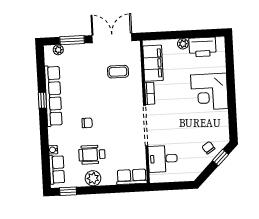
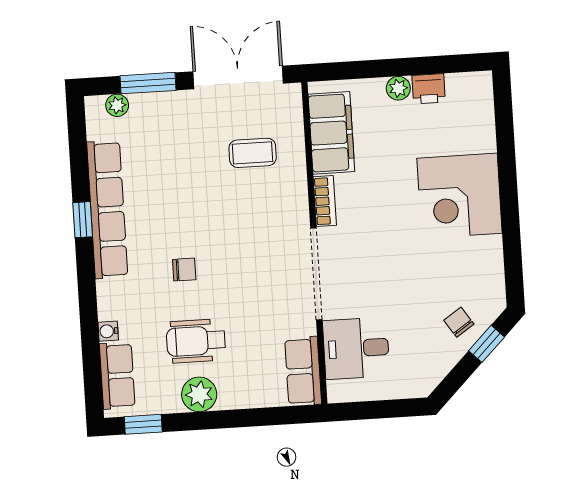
printer: (203, 47) -> (429, 89), width x0.53, depth x0.68
row of seats: (132, 177) -> (303, 371), moved, turned -90

